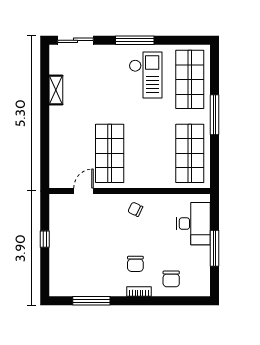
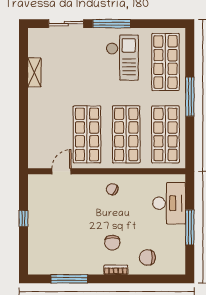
sliding door: (75, 40) -> (66, 24), moved
shop shelf: (150, 153) -> (126, 134), added
chair: (171, 279) -> (147, 257), turned 90

